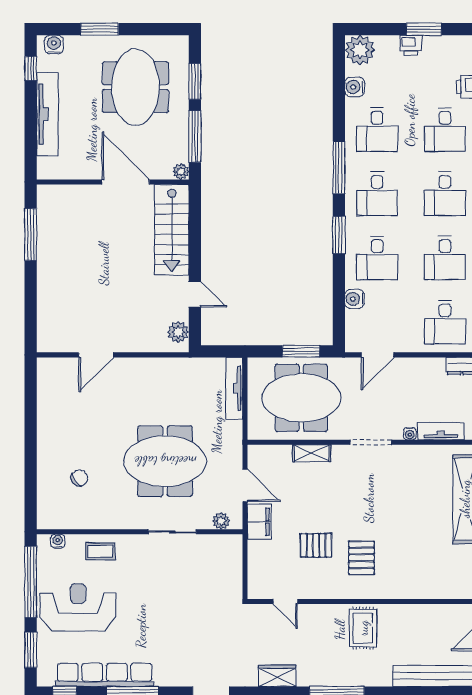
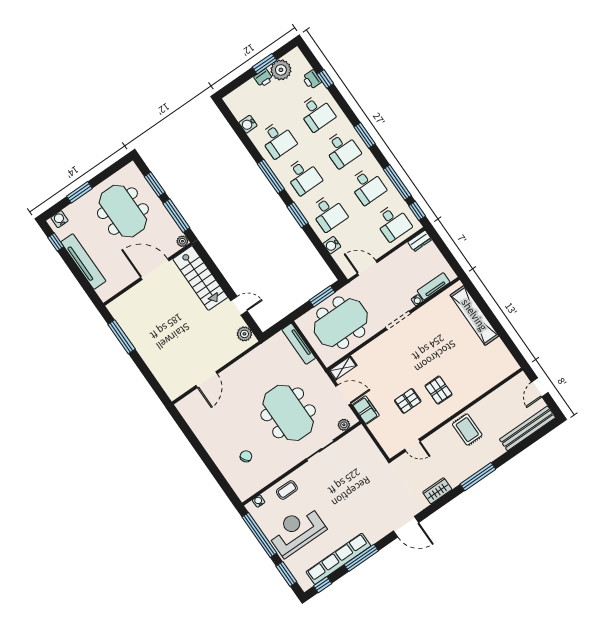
plant: (360, 50) -> (281, 70), moved
door: (377, 355) -> (367, 268), swing flipped
shelving: (312, 453) -> (343, 368), moved
meeting table: (165, 461) -> (288, 413), turned 90

